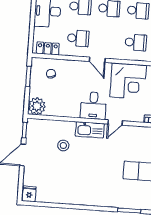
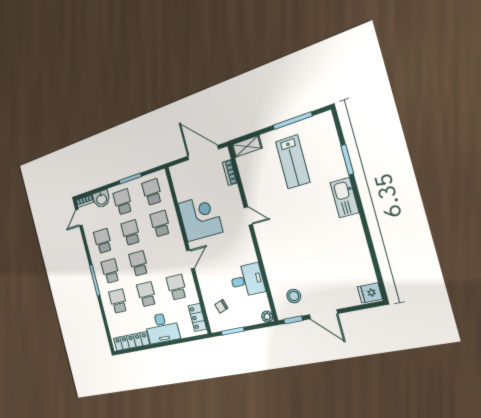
plant: (37, 106) -> (267, 317), width x0.53, depth x0.53
desk: (93, 106) -> (247, 280), moved
kitchen sink: (90, 130) -> (344, 198), moved, turned 180
stool: (63, 145) -> (294, 296), moved

